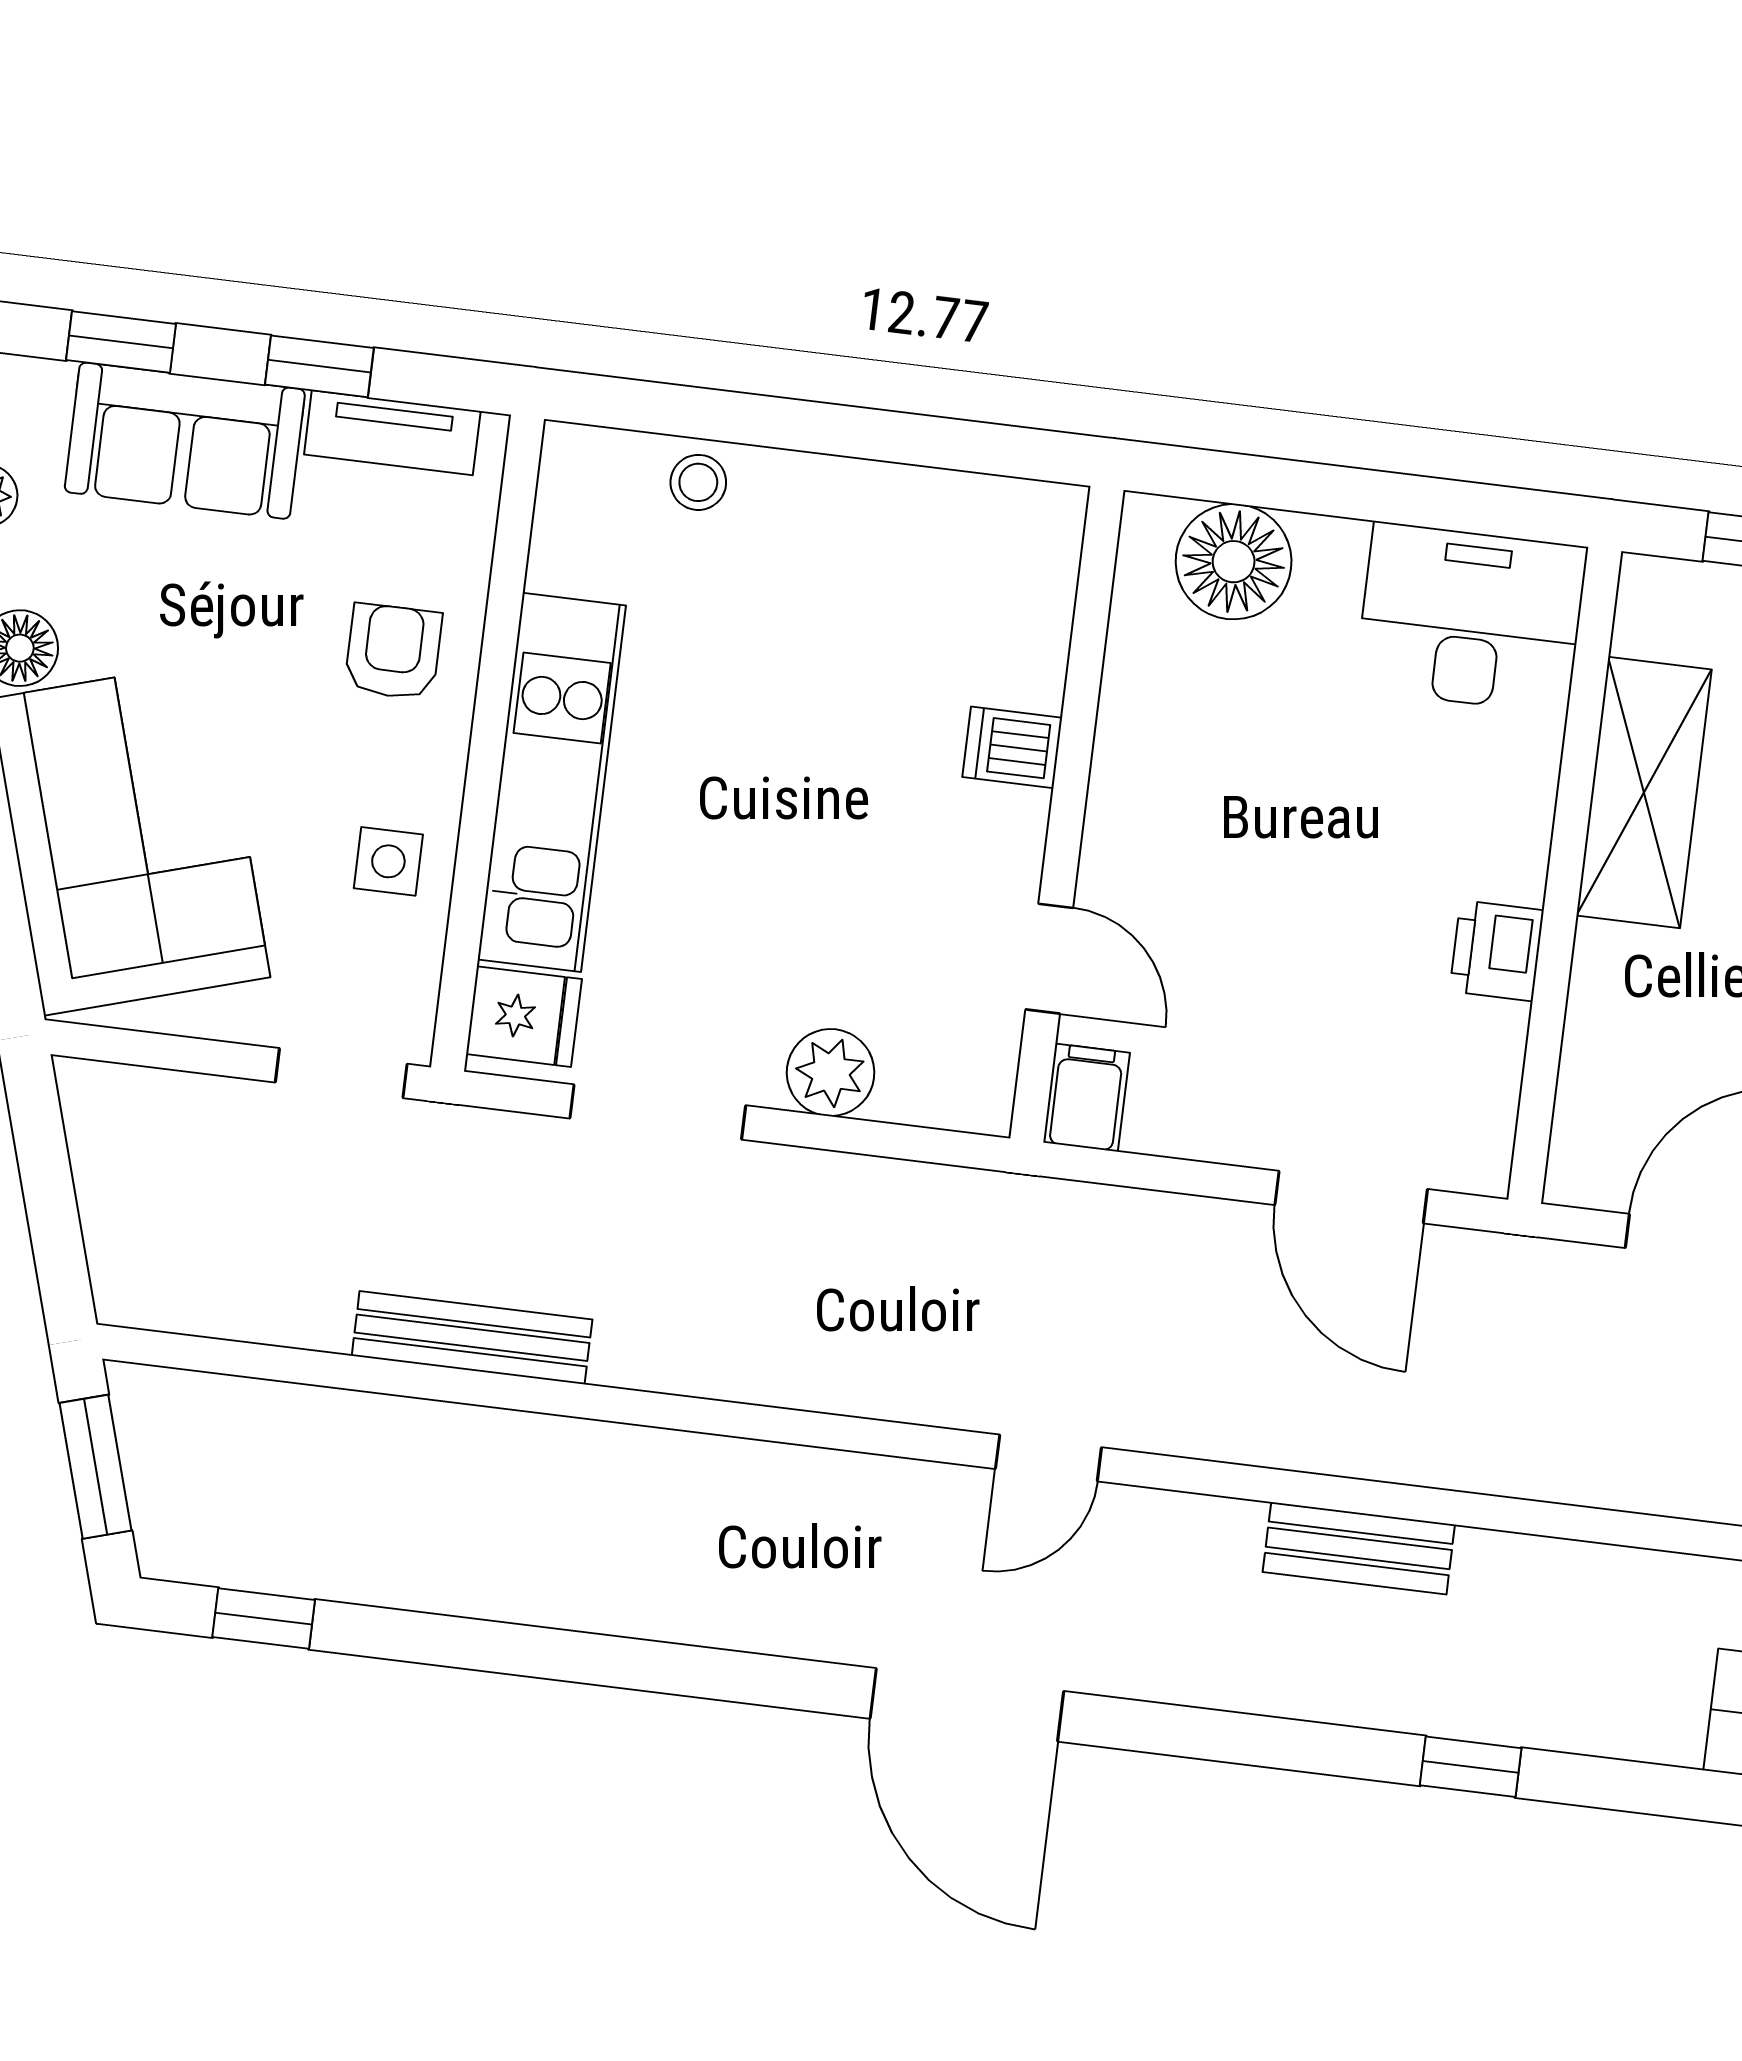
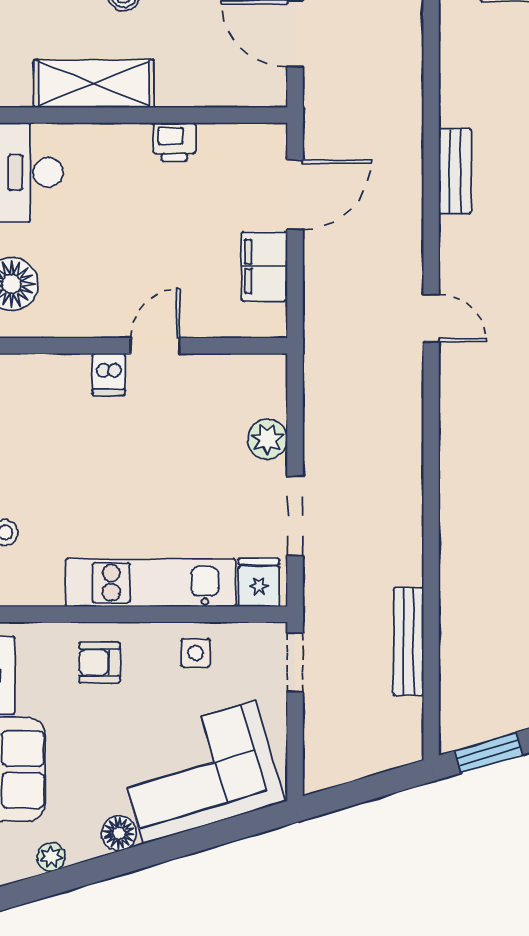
door: (1049, 959) -> (155, 346), moved
filing cabinet: (1086, 1098) -> (264, 266), moved, width x2.00
bench: (472, 1338) -> (408, 642), moved

